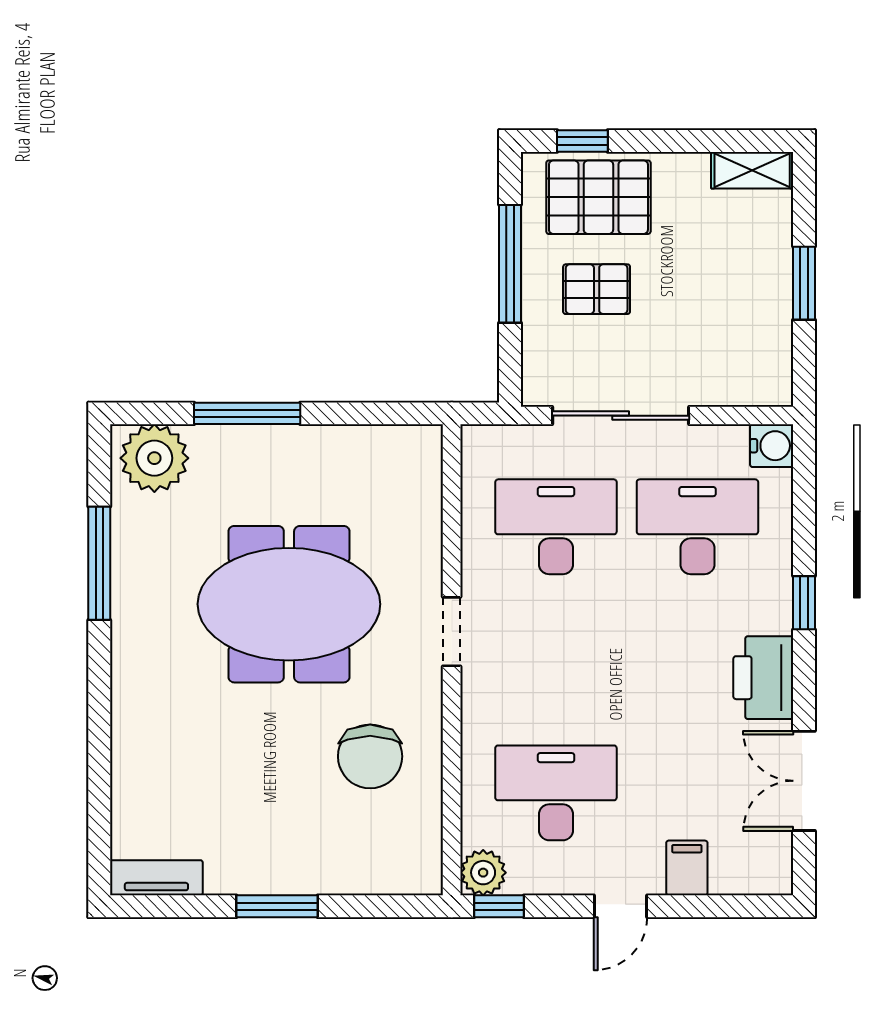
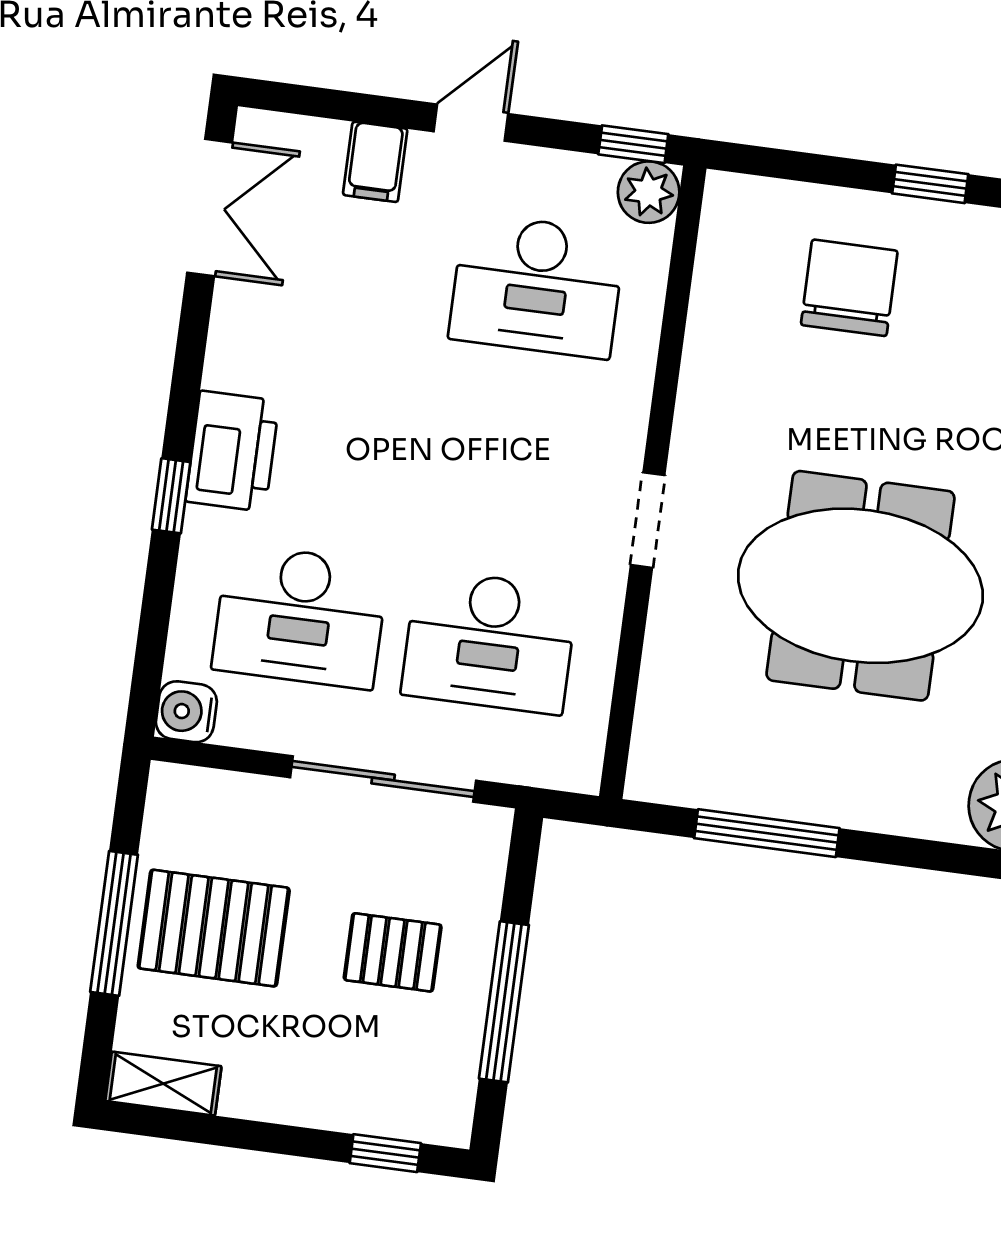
pallet: (598, 197) -> (214, 928), moved
window: (804, 283) -> (114, 923), width x1.44
window: (247, 413) -> (767, 833), moved
printer: (763, 678) -> (232, 451), moved
chair: (370, 756) -> (849, 288), moved
double door: (804, 781) -> (210, 208), moved
window: (277, 906) -> (930, 184), width x0.67

